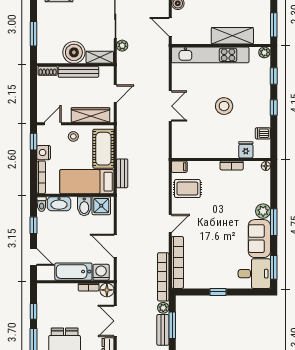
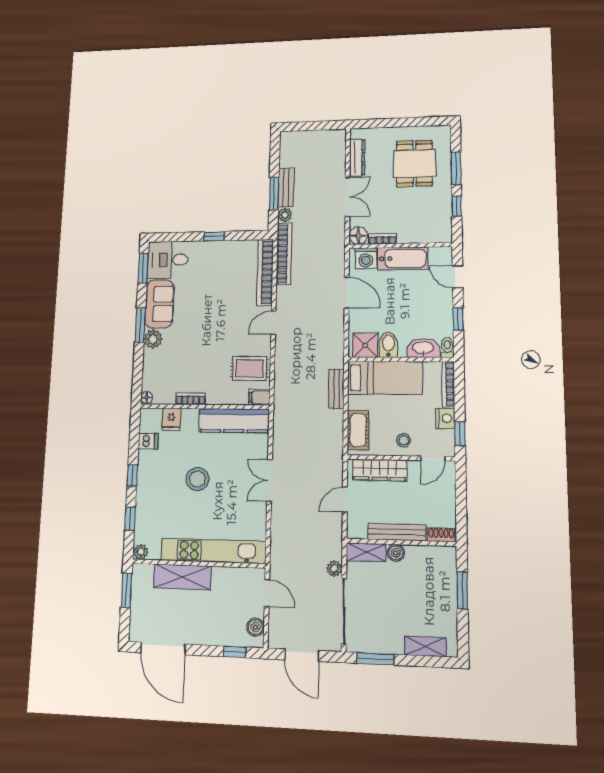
boiler: (74, 52) -> (396, 553), width x0.54, depth x0.54
cot: (103, 149) -> (358, 430), width x0.73, depth x0.75
kitchen counter: (198, 149) -> (234, 421), added

